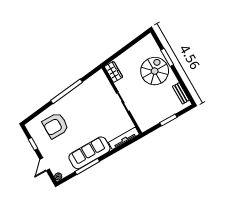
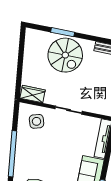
spiral stairs: (155, 71) -> (65, 55), turned 180
side table: (99, 89) -> (37, 121), added

